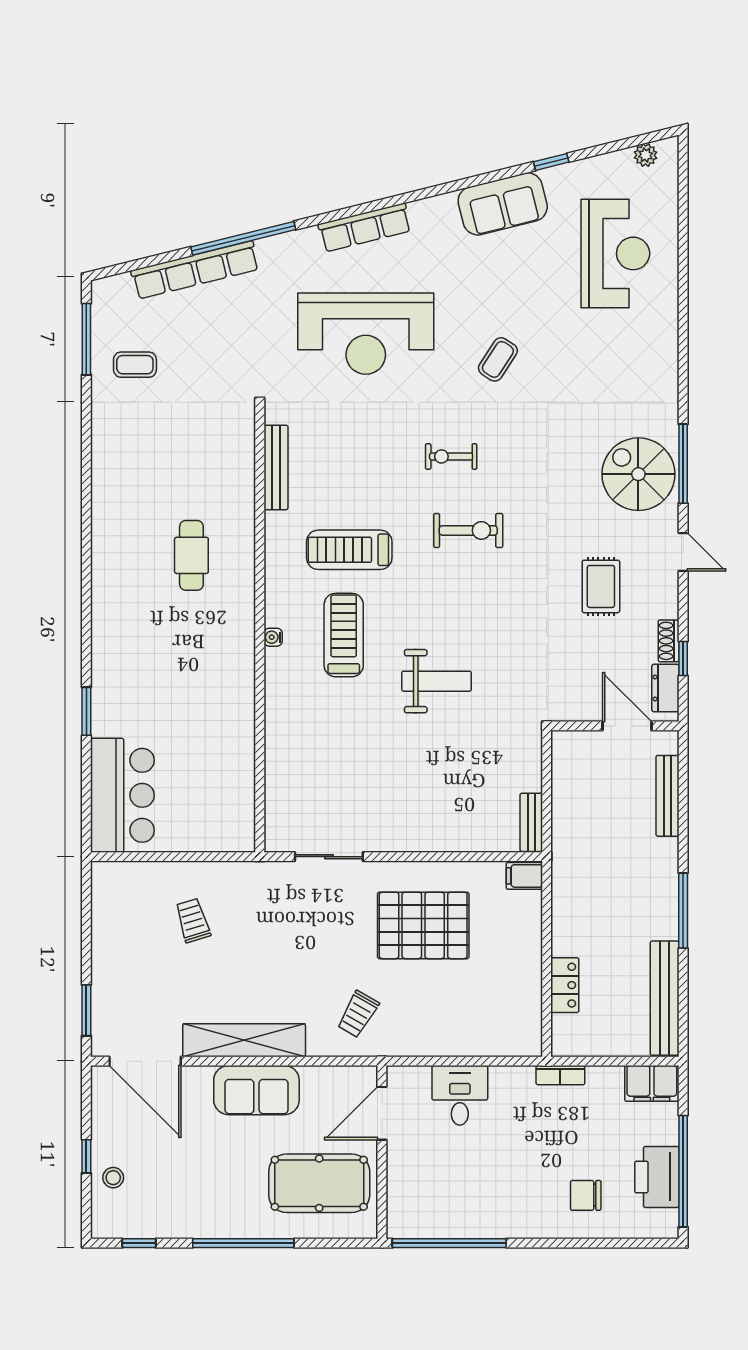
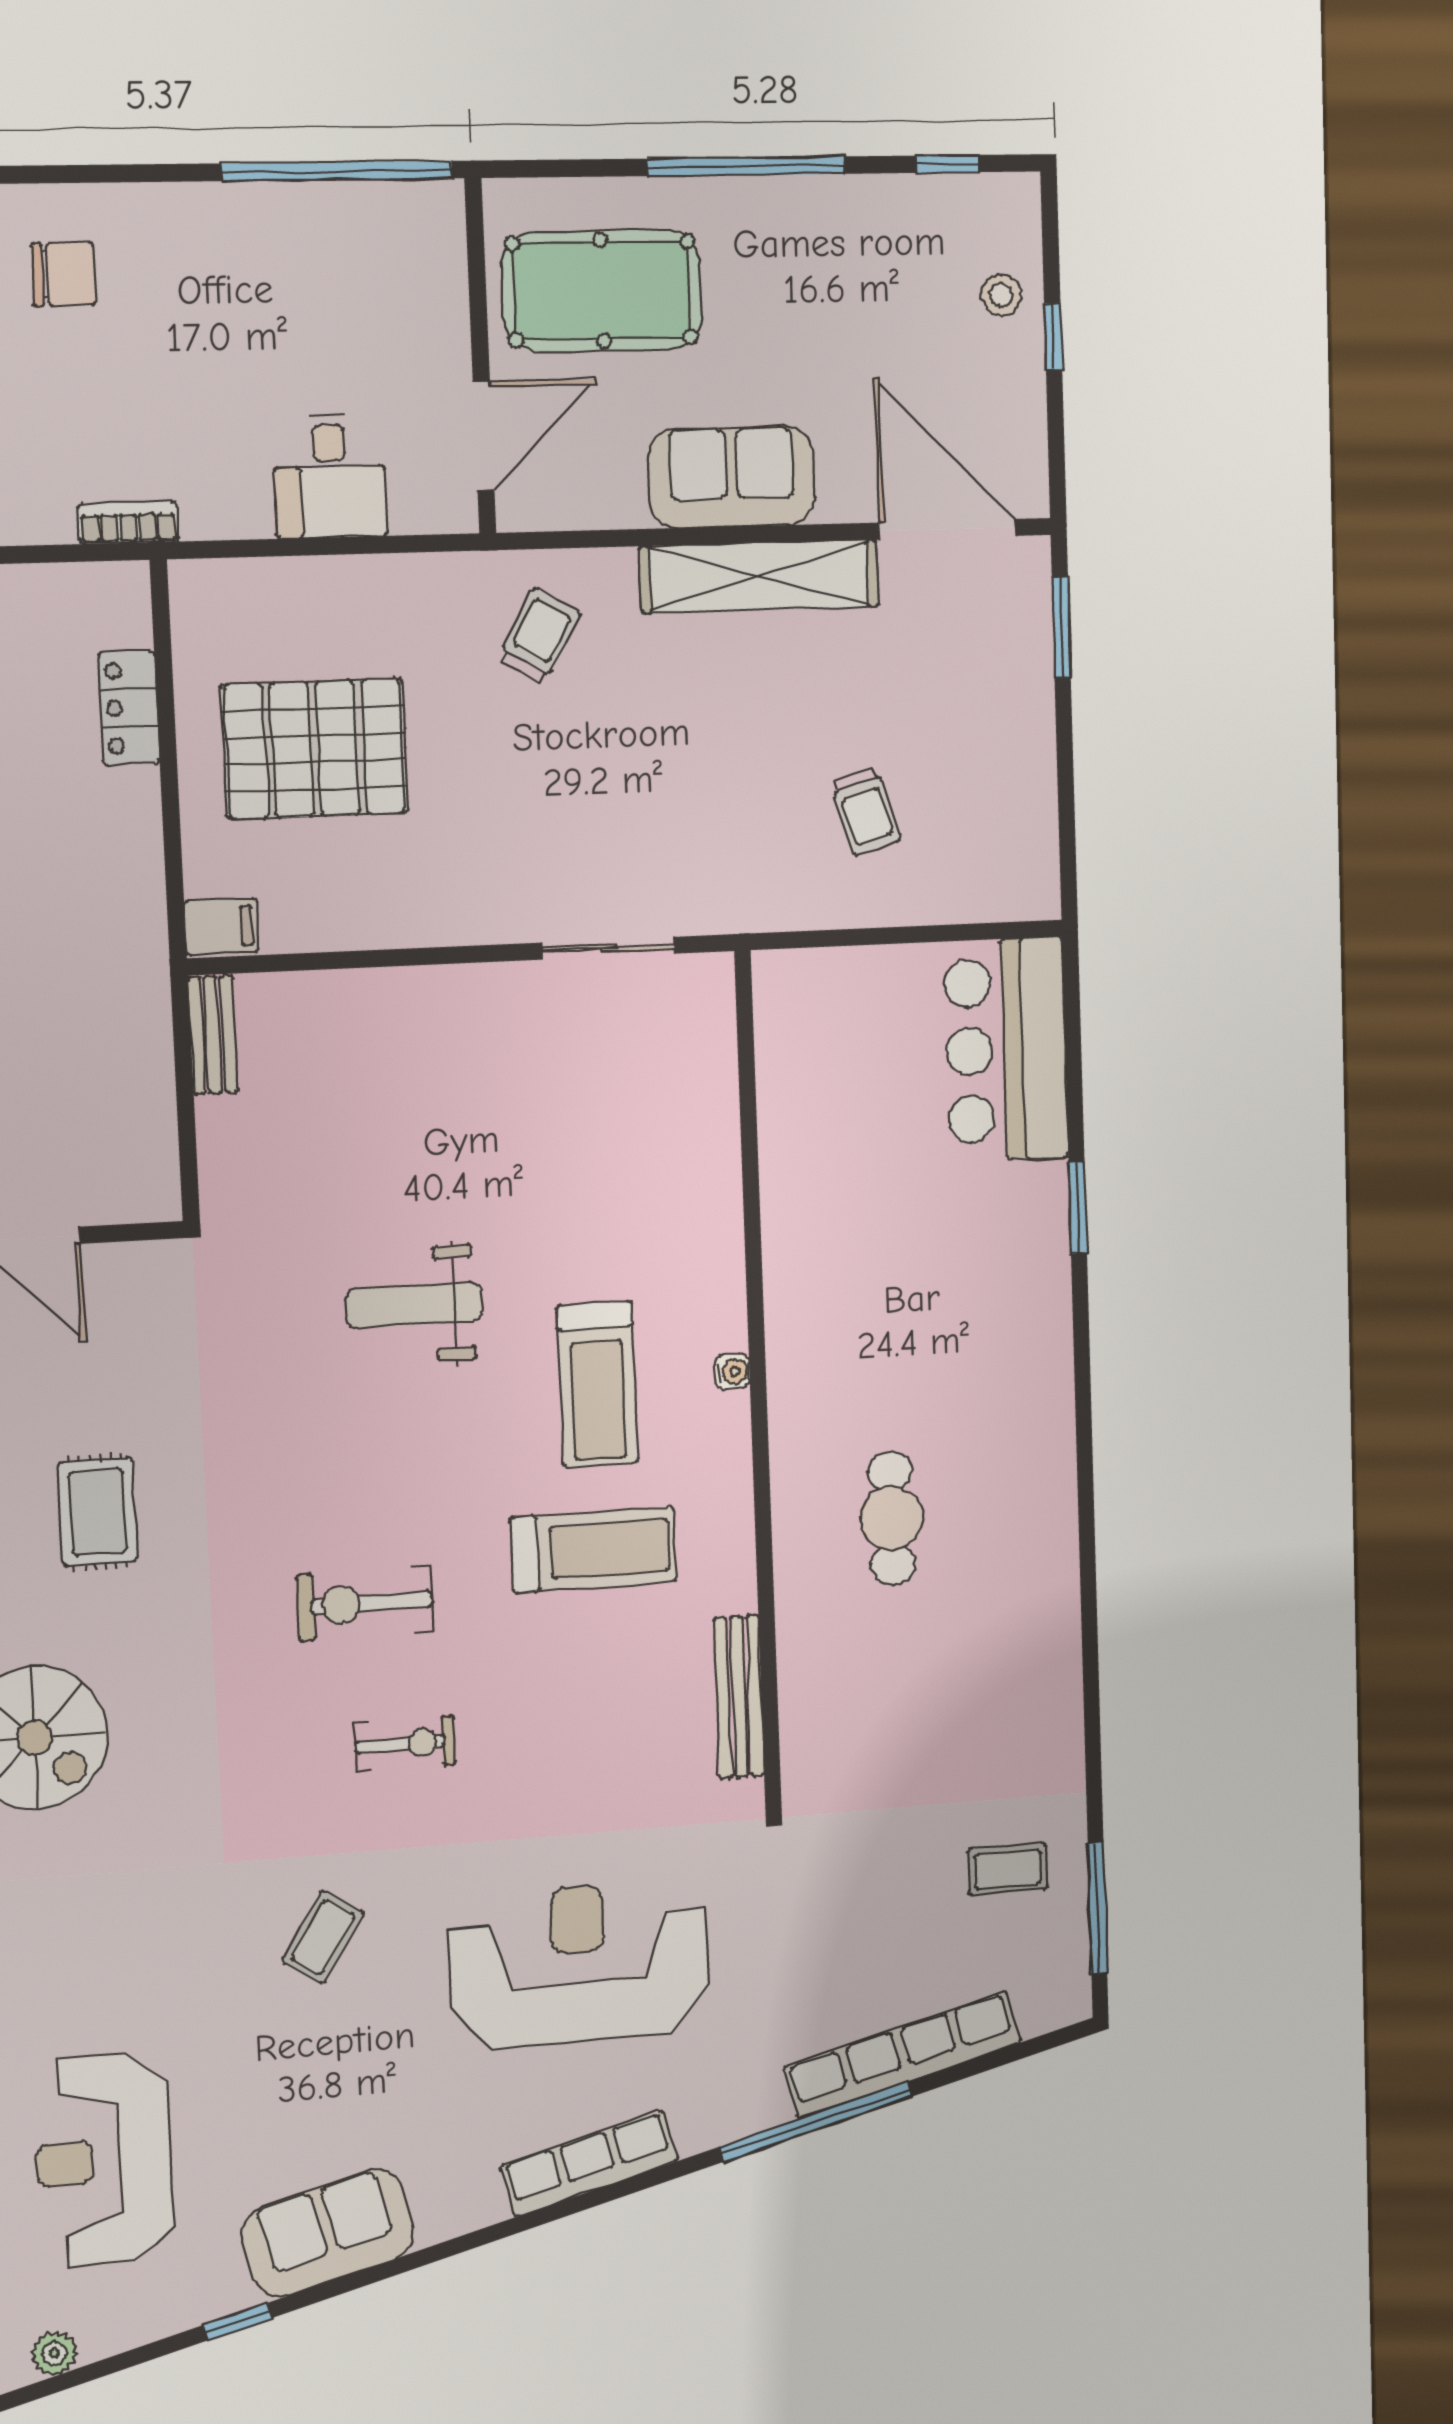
pallet: (423, 925) -> (315, 749), moved

